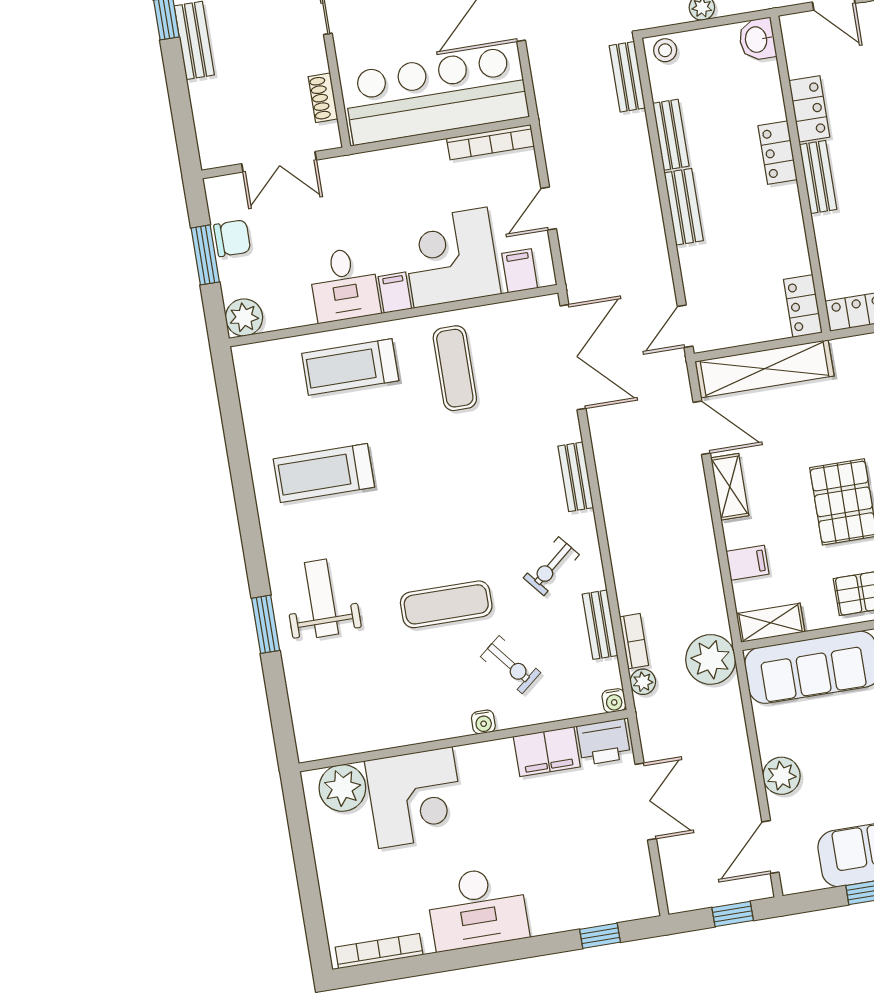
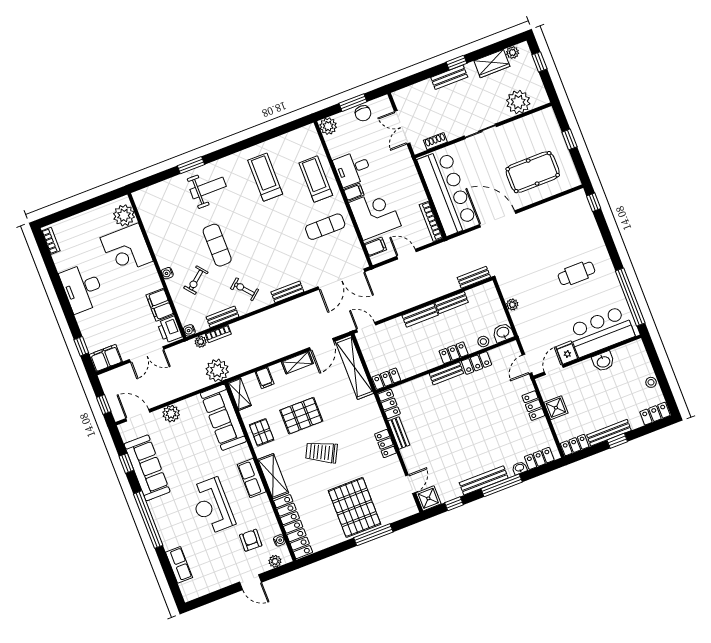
stool: (665, 50) -> (483, 342), moved
filing cabinet: (635, 889) -> (106, 358), added
bookcase: (379, 951) -> (51, 241), width x0.64

